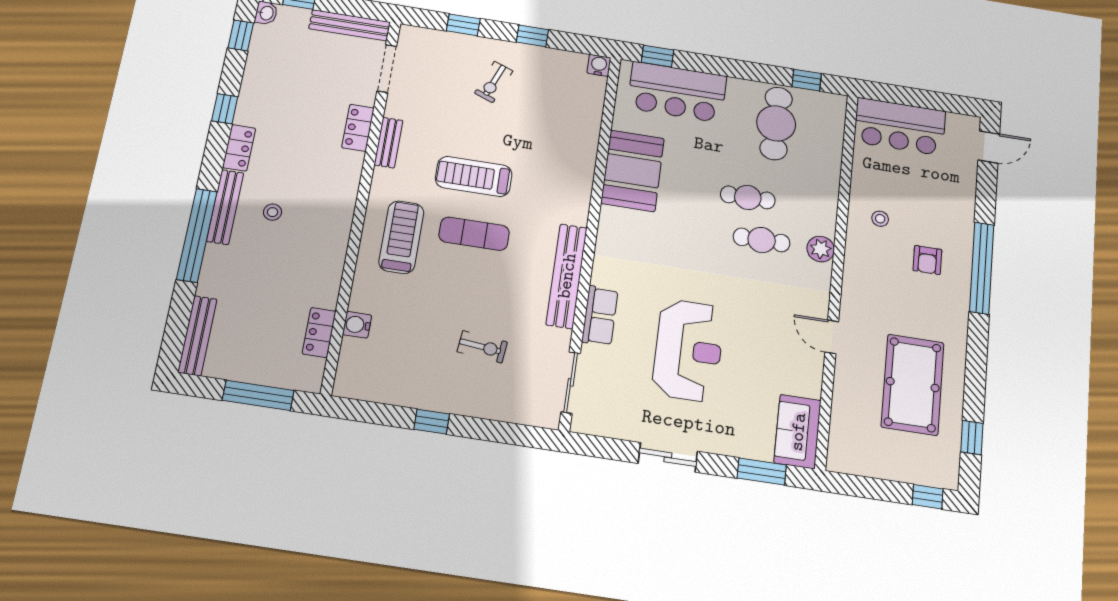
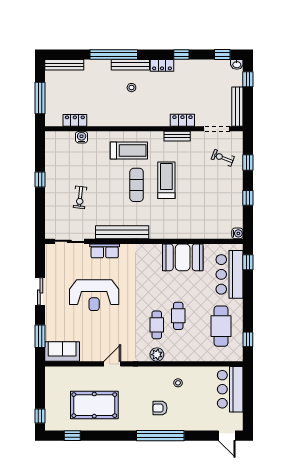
exercise bike: (494, 82) -> (223, 158), moved
cafe table: (776, 123) -> (221, 326), turned 90

